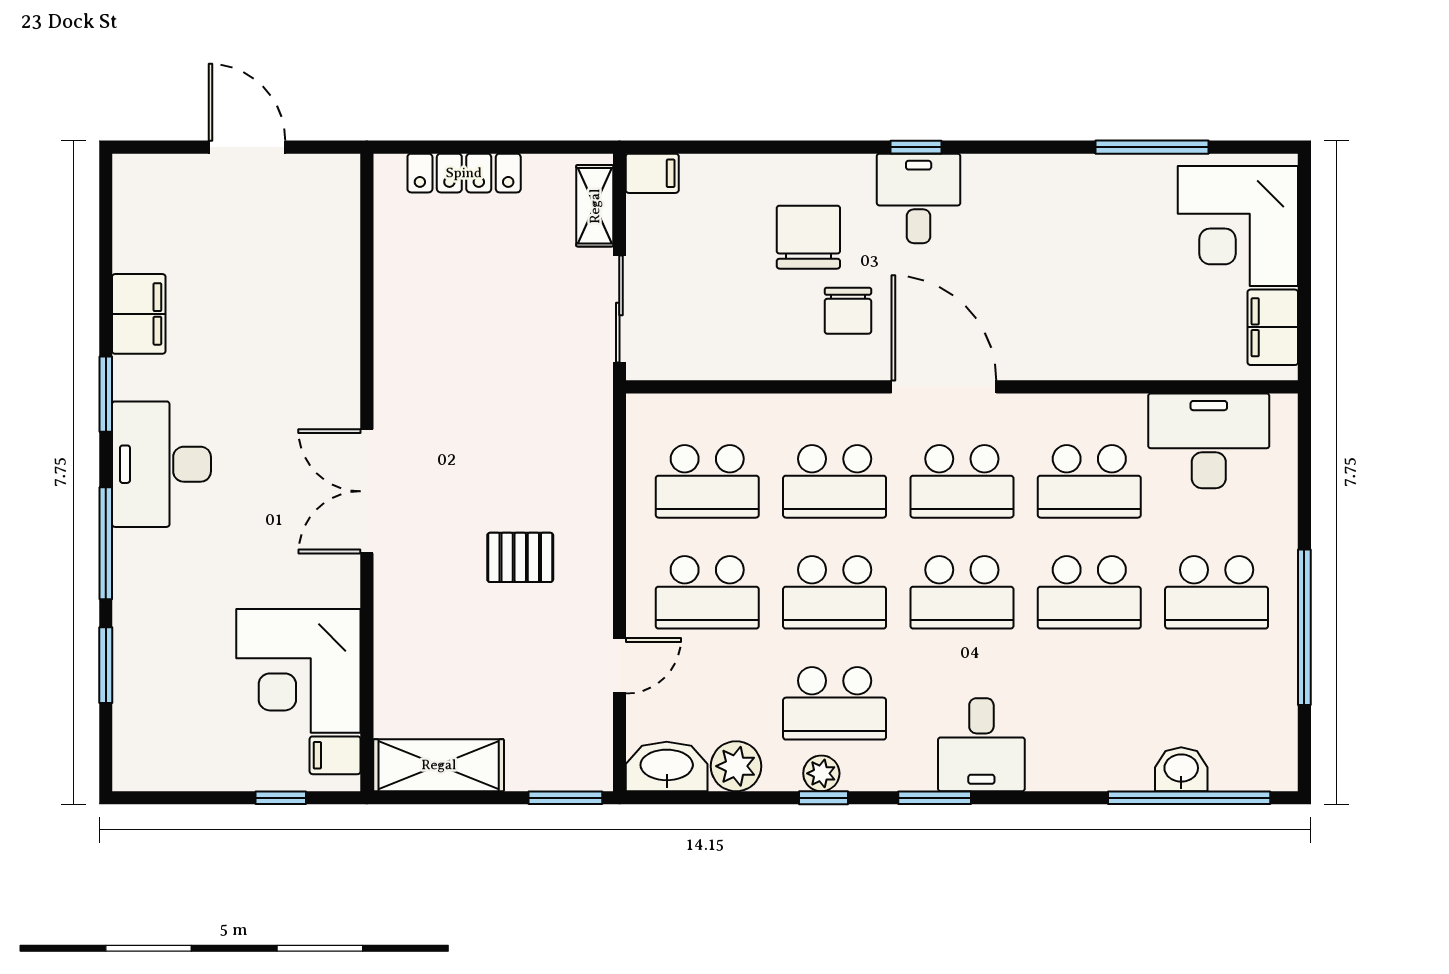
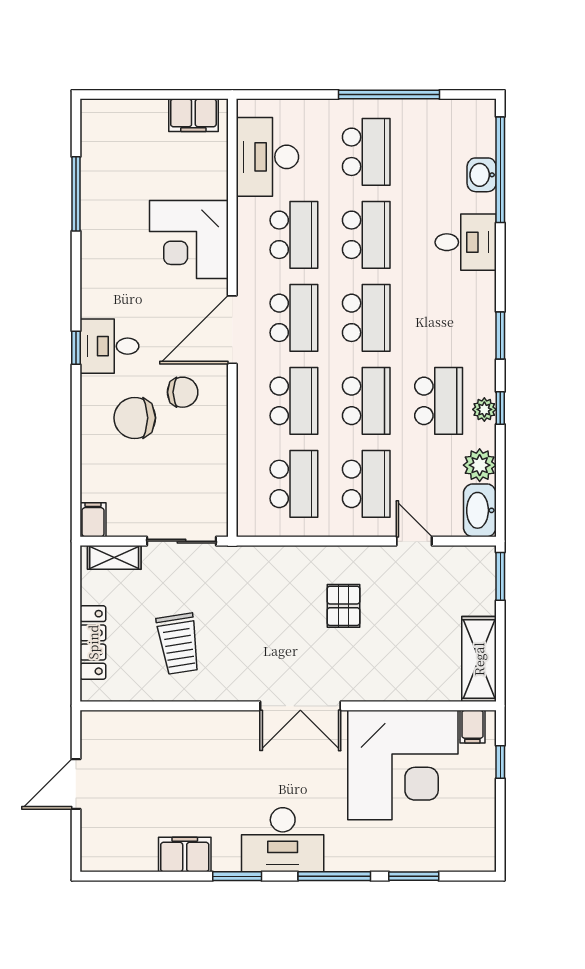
corner desk: (1238, 226) -> (189, 239), moved, turned 90
trolley: (462, 304) -> (178, 644), added
corner desk: (298, 671) -> (403, 765), width x1.36, depth x1.36
desk: (981, 745) -> (466, 242), moved

